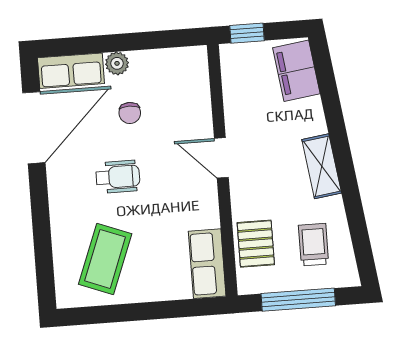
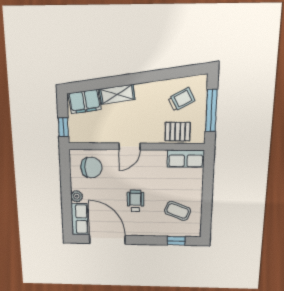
chair: (130, 113) -> (91, 168), moved, width x1.87, depth x1.87
shelving: (322, 166) -> (117, 94), moved
trolley: (314, 245) -> (182, 99), turned 152
coffee table: (105, 259) -> (178, 211), width x0.73, depth x0.77
window: (44, 262) -> (176, 241), added

